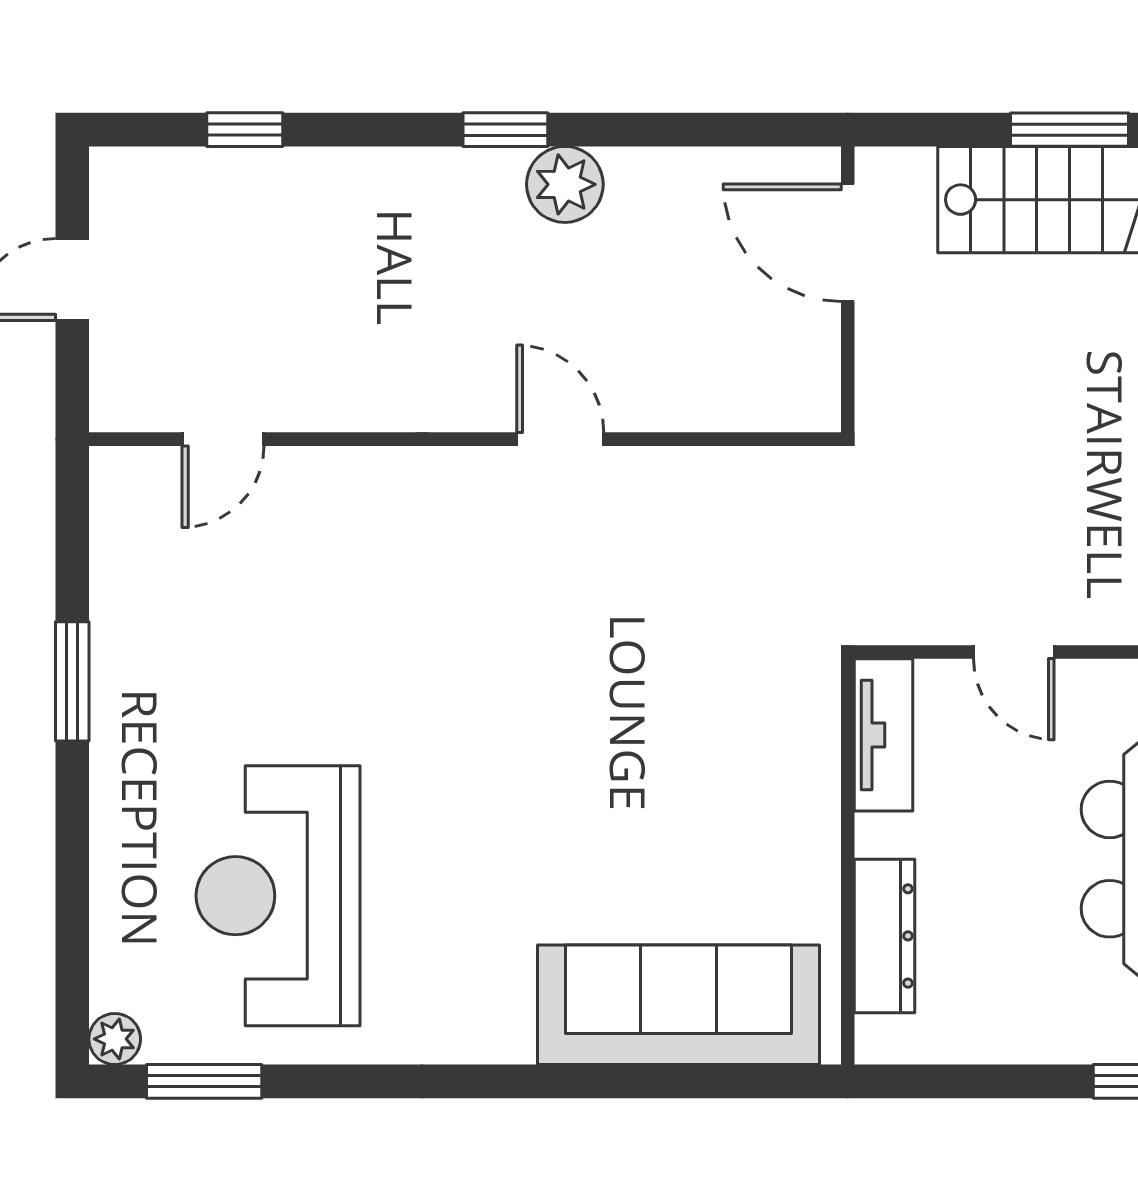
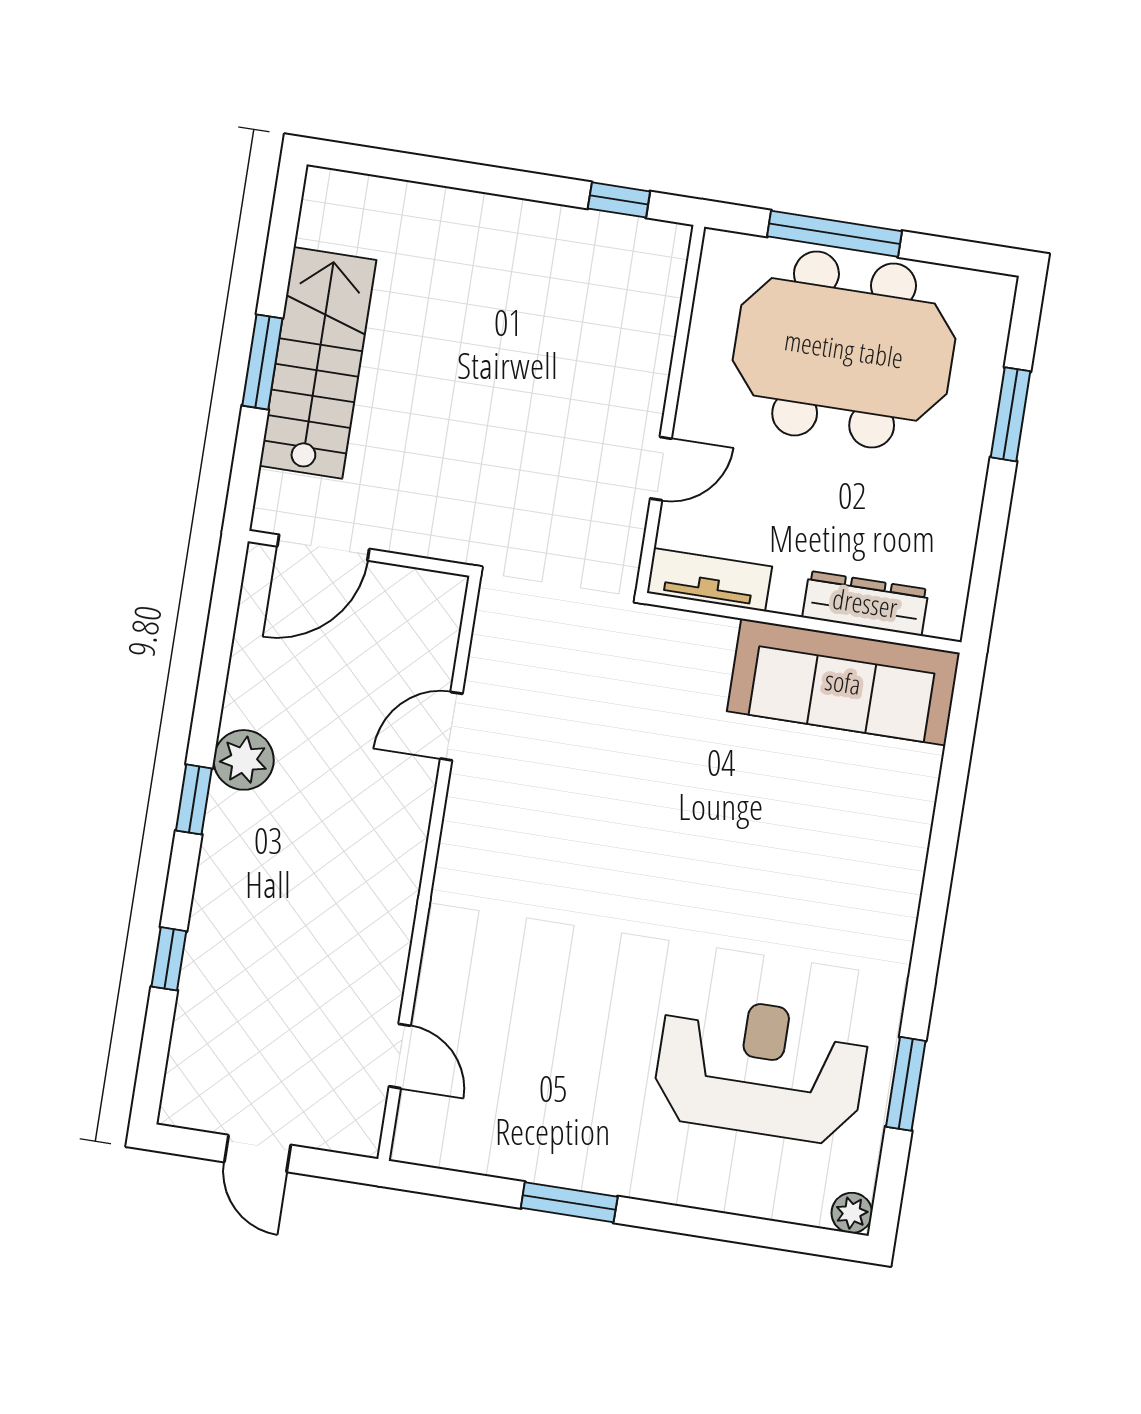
window: (245, 130) -> (169, 959), moved
door: (560, 439) -> (451, 726), moved
reception desk: (278, 896) -> (760, 1069), turned 180
sofa: (678, 1005) -> (843, 682), moved, turned -90
window: (204, 1081) -> (906, 1084), moved

